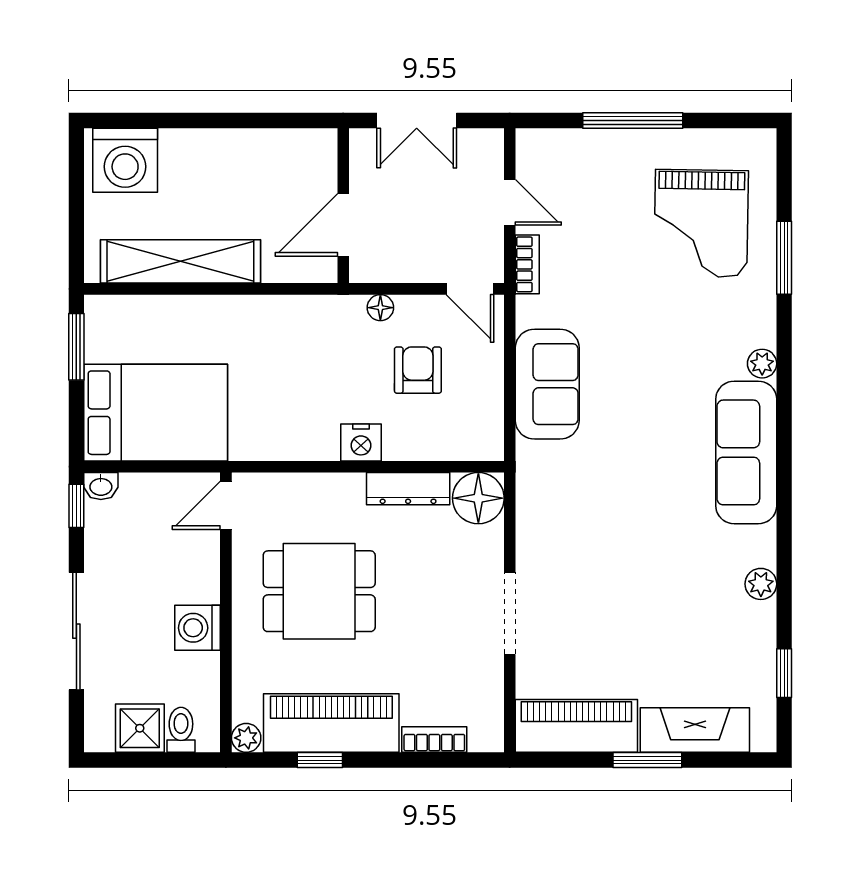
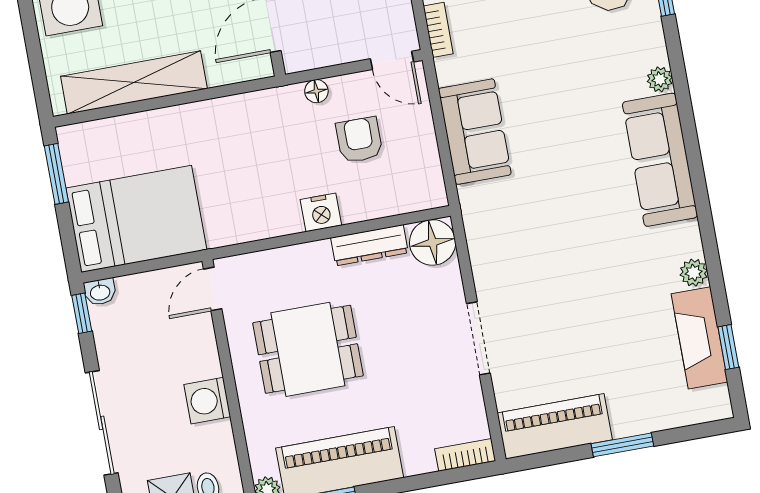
fireplace: (695, 730) -> (699, 338), moved, turned -90
bookcase: (434, 739) -> (465, 455), moved

